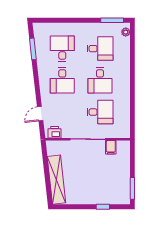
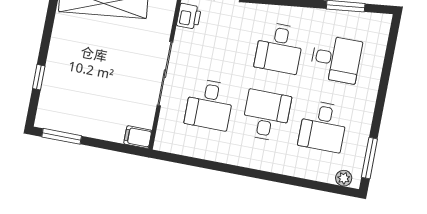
desk: (62, 80) -> (279, 48), turned -90
desk: (100, 80) -> (266, 115), turned 90
filing cabinet: (111, 147) -> (138, 137), moved

